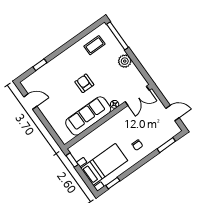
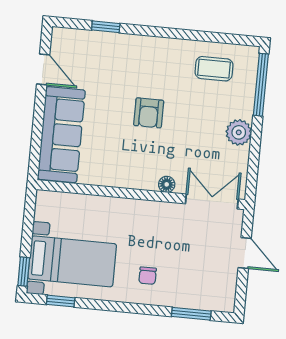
armchair: (84, 83) -> (149, 113), turned 180
double door: (137, 96) -> (212, 201), swing flipped
door: (172, 113) -> (245, 253), moved
sofa: (88, 116) -> (61, 135), moved, turned 90
window: (72, 160) -> (24, 272), moved

